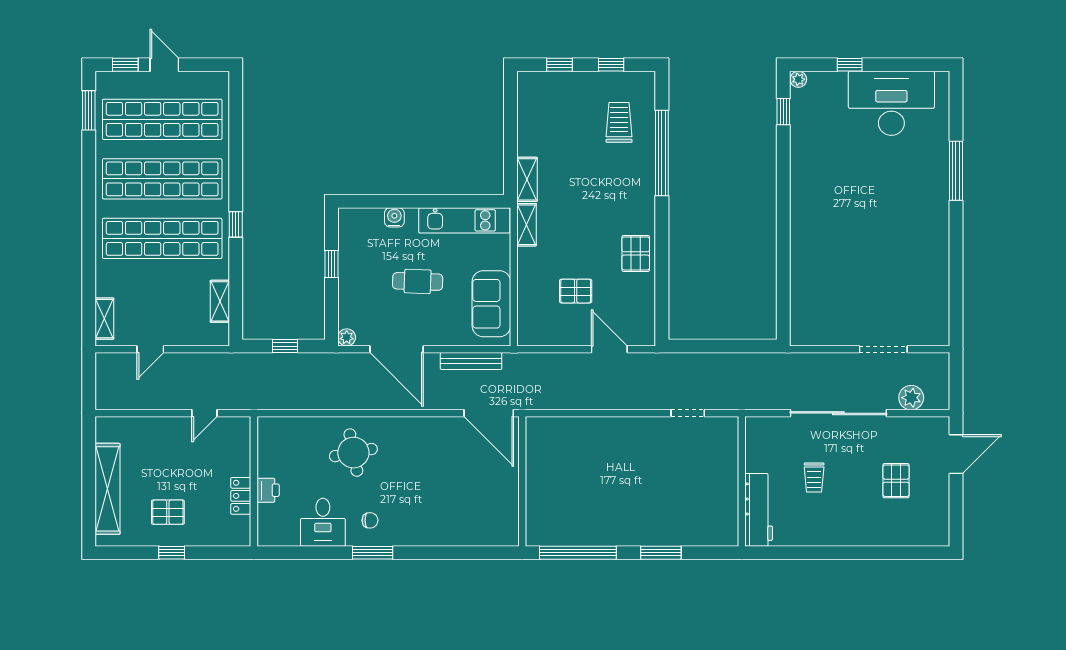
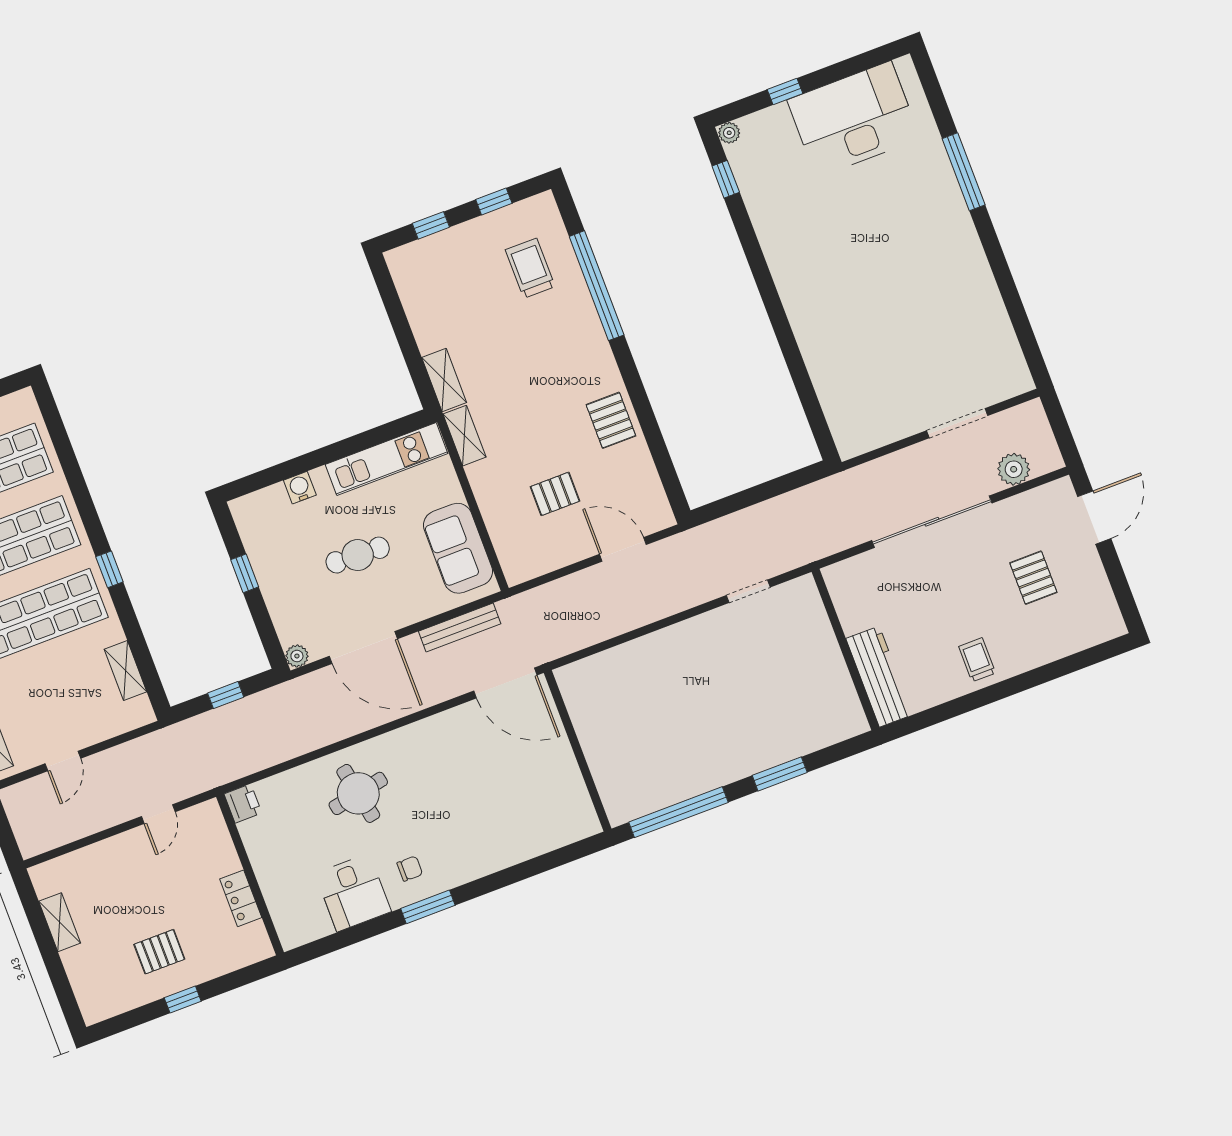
trolley: (814, 477) -> (977, 660), moved, turned 180
shelving: (108, 489) -> (60, 922), width x0.45, depth x0.75
printer: (268, 490) -> (243, 803), moved

